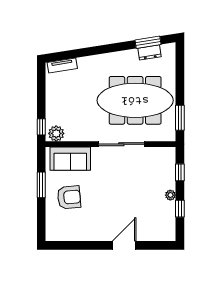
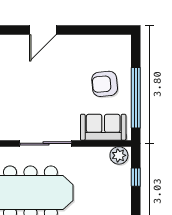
window: (41, 127) -> (136, 177), moved
window: (41, 185) -> (136, 98), width x2.11

